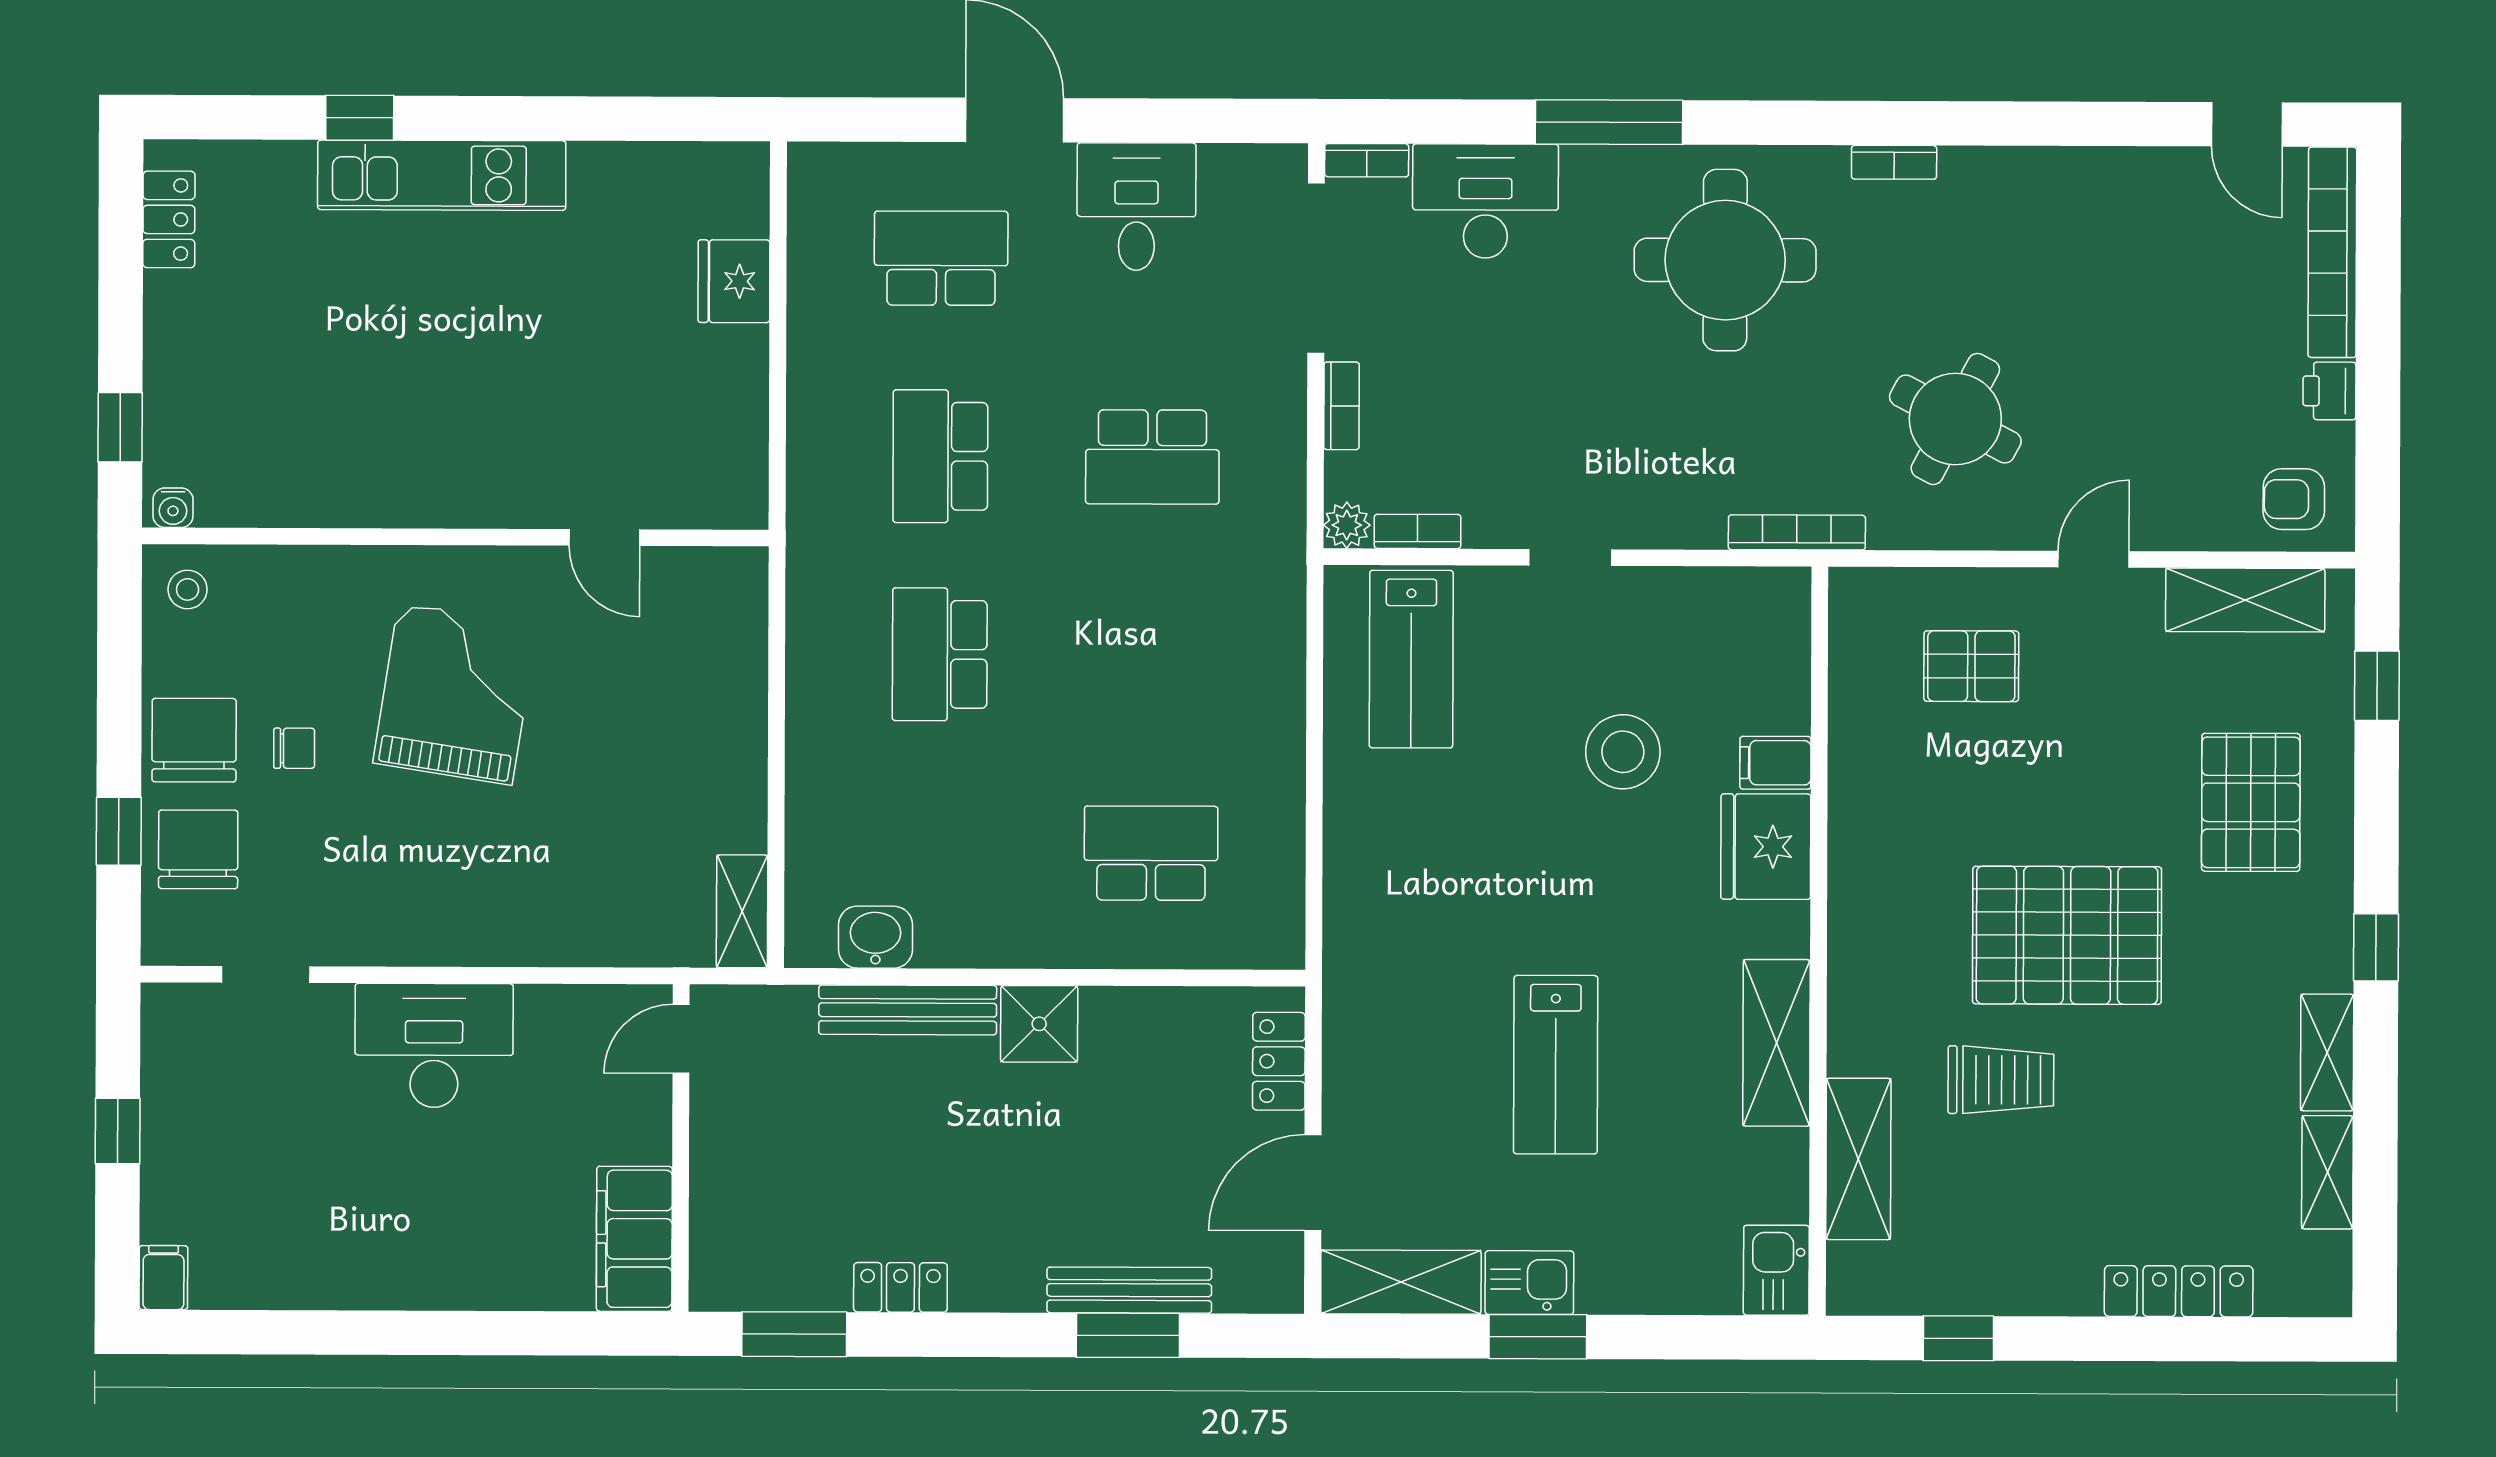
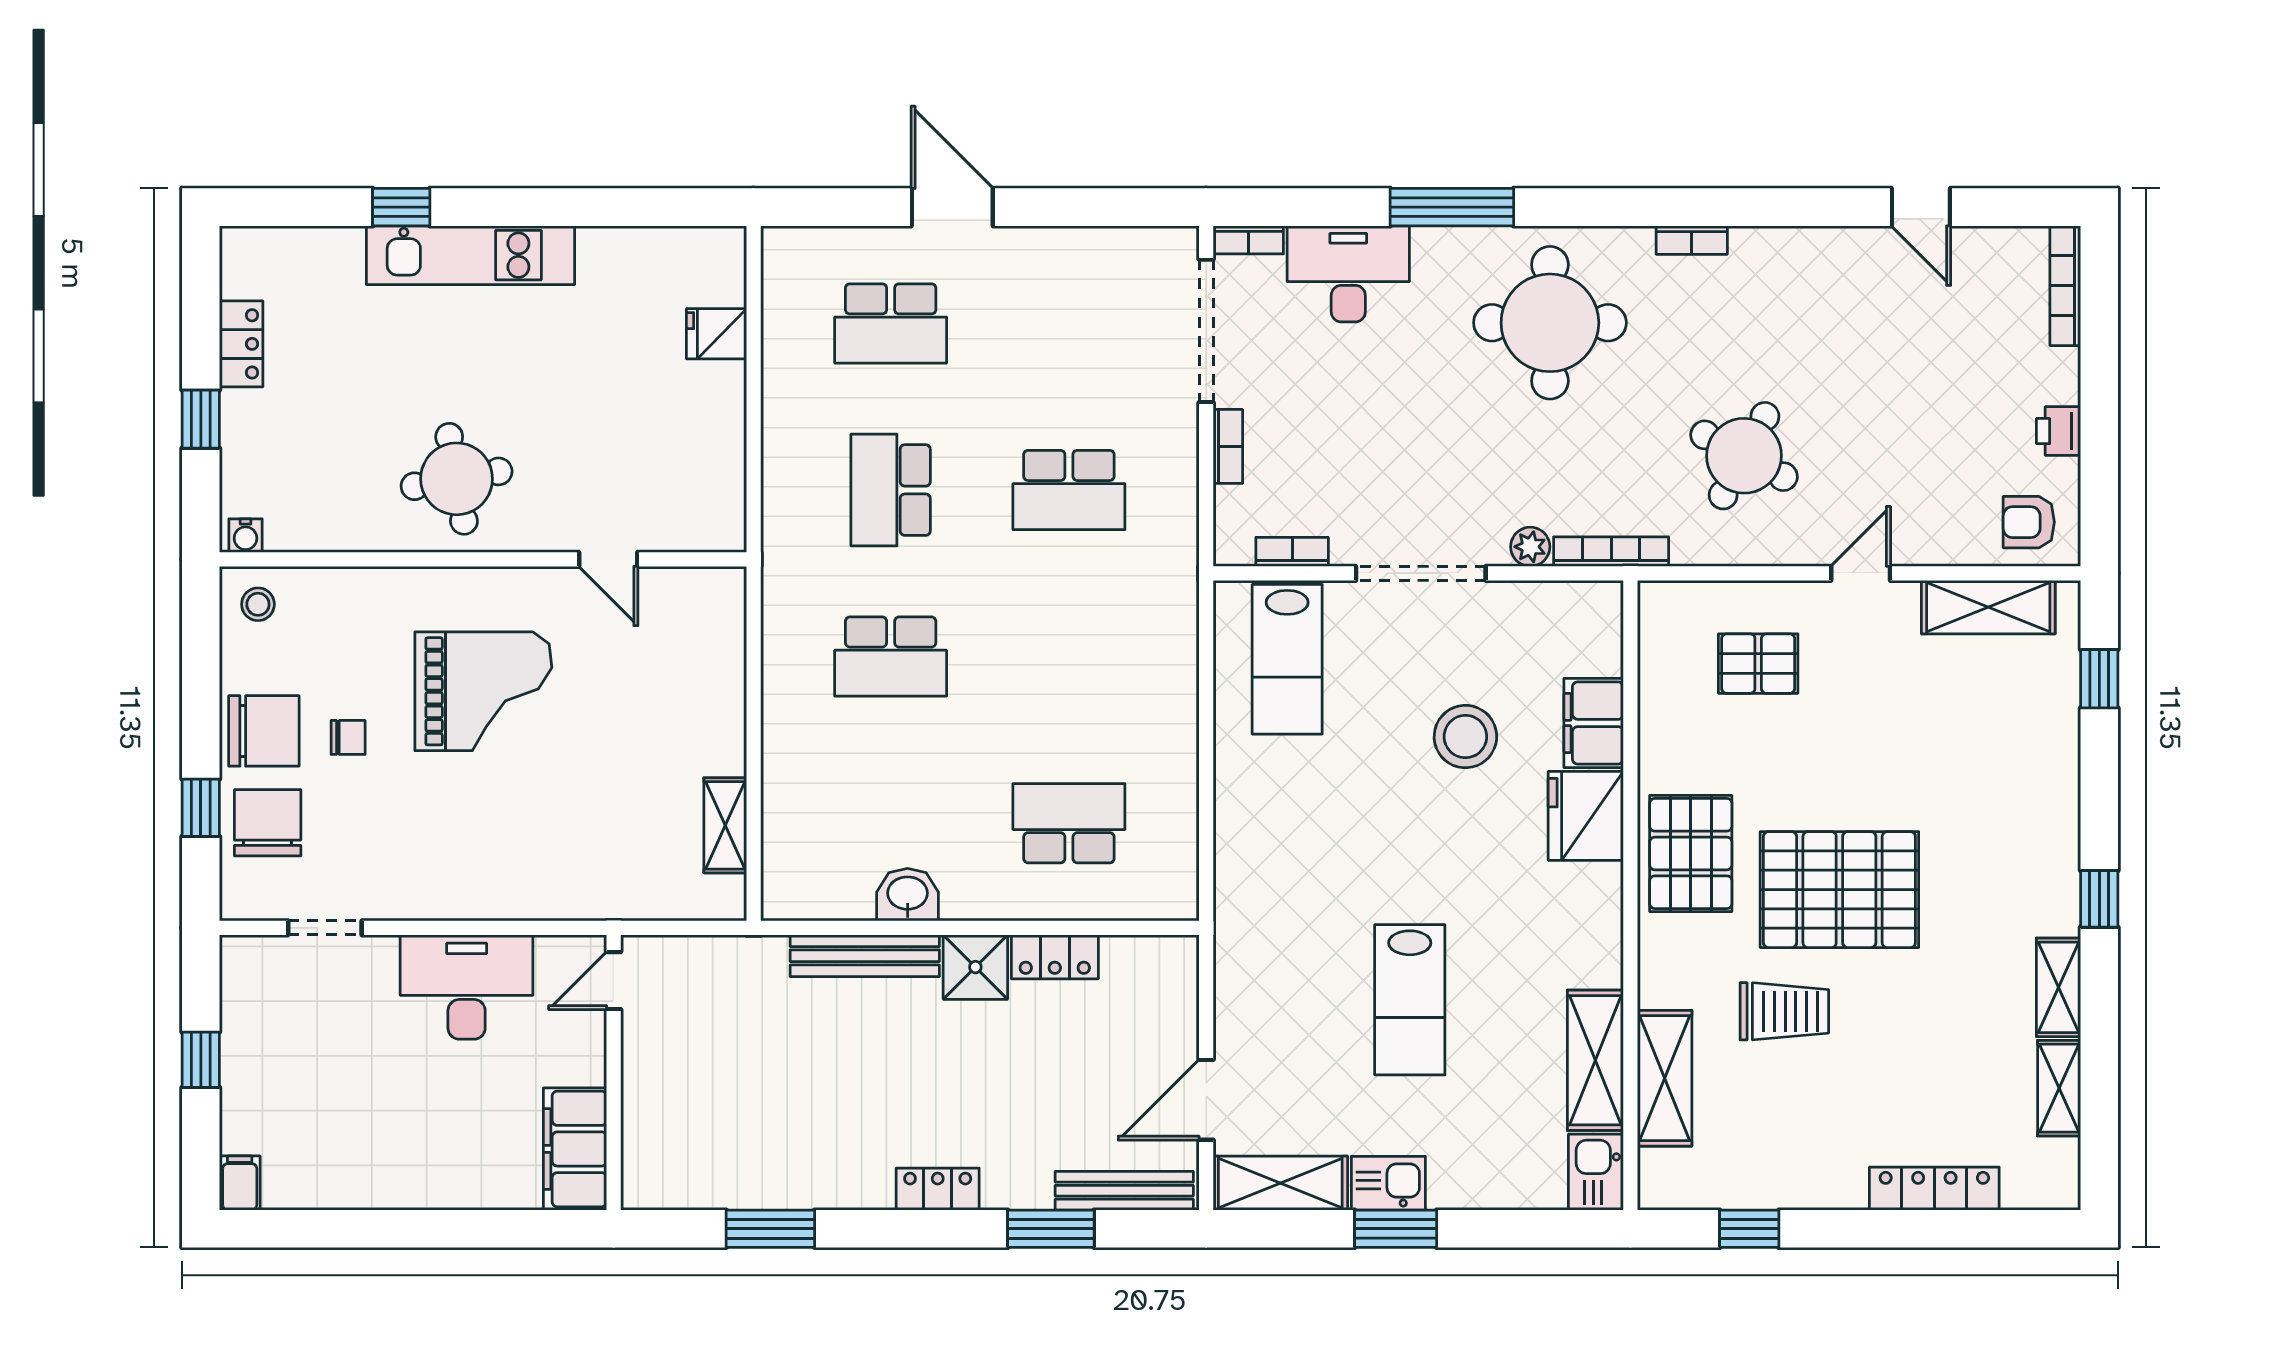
door: (2247, 124) -> (1921, 207), moved
desk: (1136, 207) -> (1055, 279), removed
locker: (169, 219) -> (241, 344), moved
bookcase: (2332, 252) -> (2065, 286), width x0.68, depth x0.76
school desk: (941, 258) -> (891, 323), turned 180
fridge: (734, 281) -> (717, 334), width x0.72
window: (120, 427) -> (201, 419), moved
round table: (424, 441) -> (457, 479), added
plant: (1347, 525) -> (1530, 547), moved
doorway: (1570, 557) -> (1421, 573), width x1.87
school desk: (940, 654) -> (891, 657), turned -90
grand piano: (455, 694) -> (483, 691), turned 81
chair: (194, 740) -> (264, 731), turned 90
filing cabinet: (1775, 763) -> (1594, 723), width x2.00
pallet: (2251, 802) -> (1691, 853), moved
shelving: (742, 911) -> (725, 825), moved
washbasin: (875, 937) -> (908, 895), moved
door: (681, 1039) -> (614, 981), moved
shelving: (1776, 1043) -> (1595, 1060), moved
locker: (1279, 1061) -> (1055, 957), moved, turned -90
wall: (681, 1148) -> (614, 1072), moved
filing cabinet: (634, 1239) -> (575, 1149), moved
locker: (900, 1287) -> (938, 1189), moved
bench: (1129, 1290) -> (1124, 1191), moved

